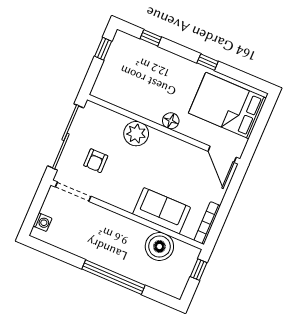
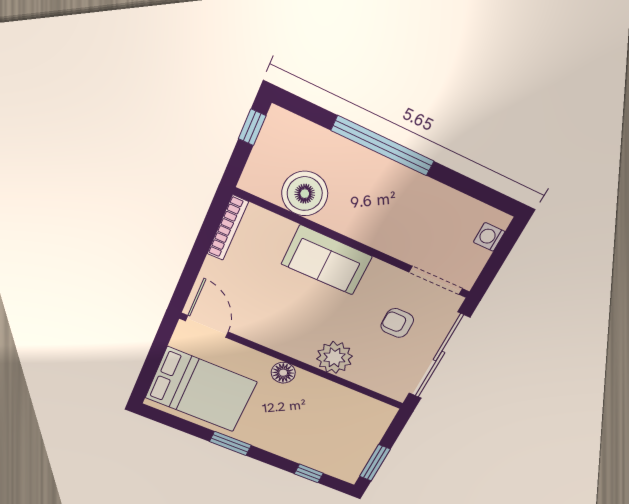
window: (103, 49) -> (375, 463), width x1.50
window: (208, 62) -> (230, 443), width x1.50
armchair: (96, 161) -> (397, 323), turned -90
sofa: (162, 211) -> (327, 260), moved
window: (199, 270) -> (252, 127), moved

